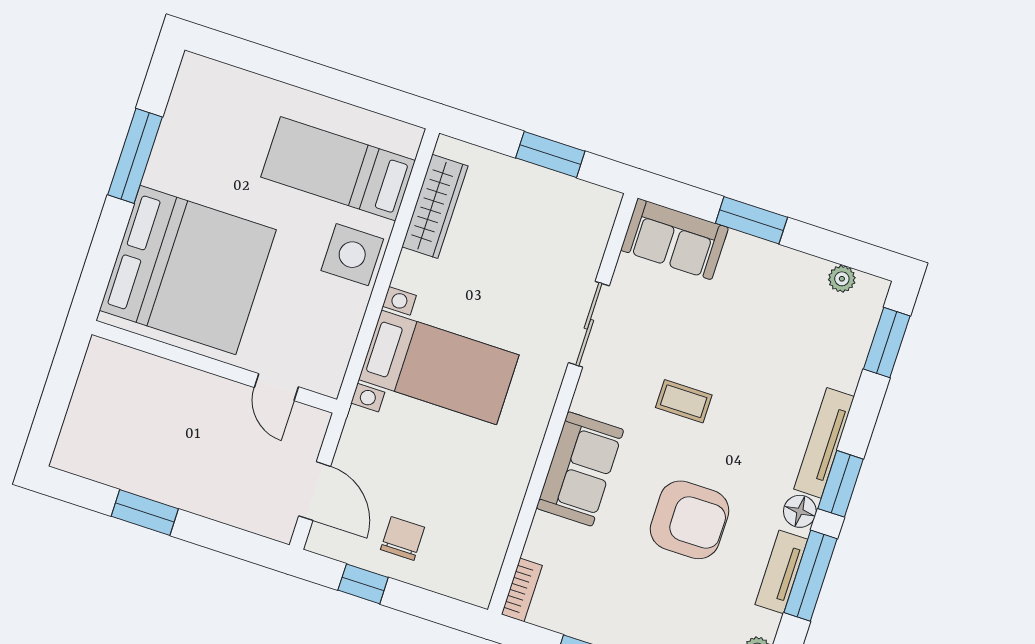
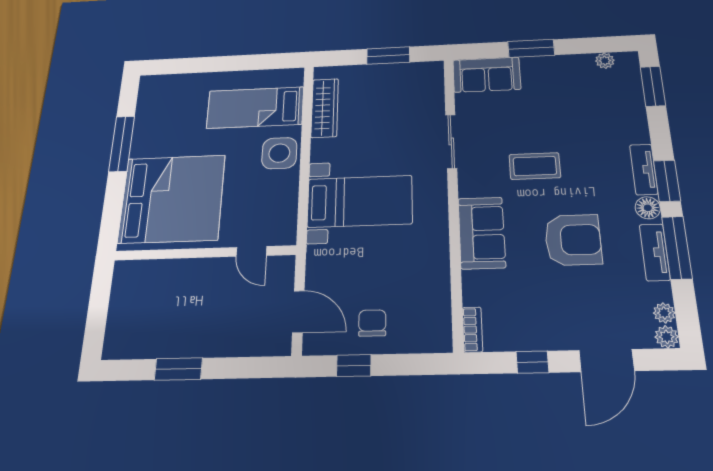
coffee table: (684, 401) -> (535, 166), width x1.36, depth x1.30
tv unit: (824, 443) -> (644, 169), width x0.71

